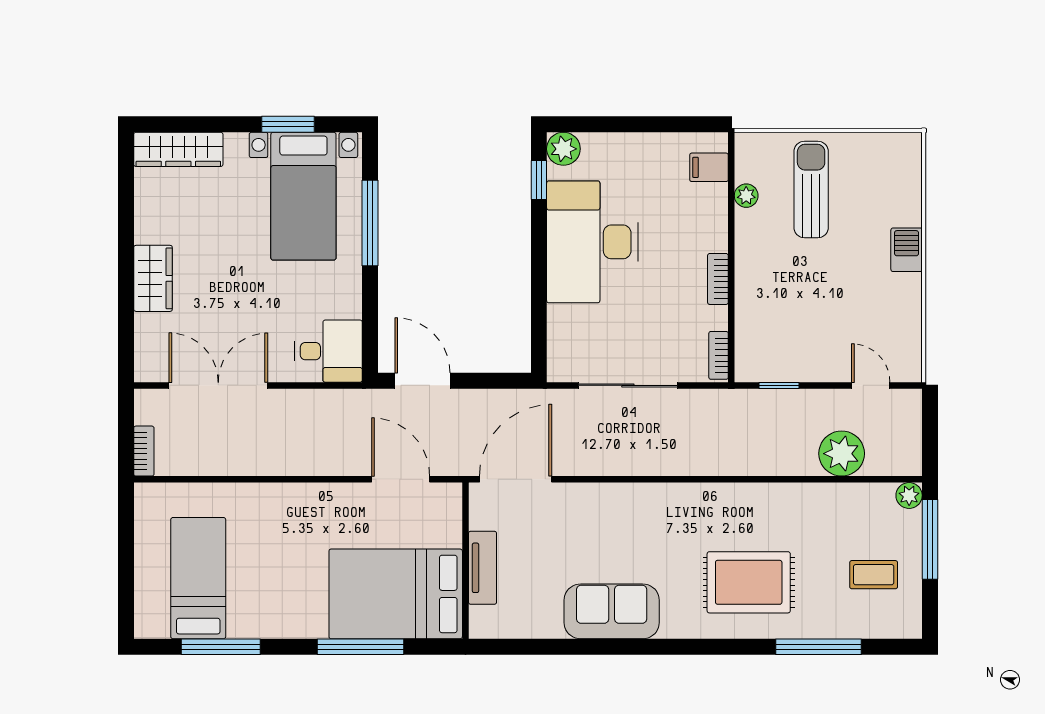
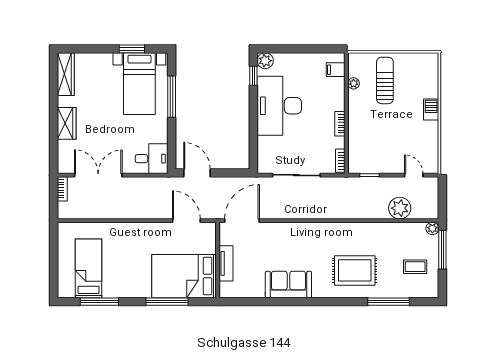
wardrobe: (178, 149) -> (66, 74), moved, turned -90
bookcase: (144, 451) -> (62, 189), moved

